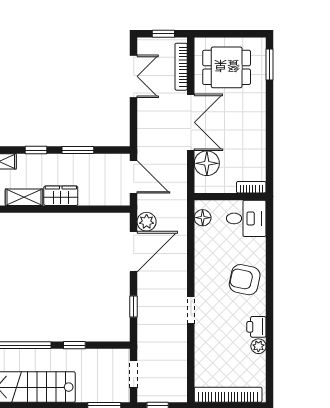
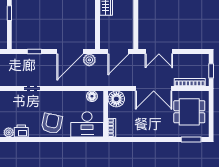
dining table: (227, 67) -> (189, 112), turned 90
double door: (134, 76) -> (159, 51), moved
window: (78, 150) -> (136, 16), removed
floor lamp: (207, 163) -> (116, 99), moved
desk: (246, 218) -> (87, 124), width x1.37
door: (134, 252) -> (70, 51), hinge flipped

